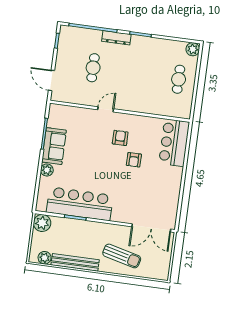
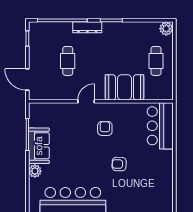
booth: (145, 101) -> (125, 87), added
armchair: (134, 160) -> (119, 164), moved, turned 92

